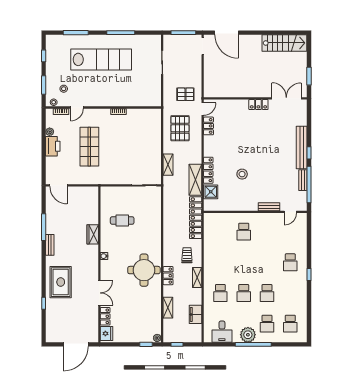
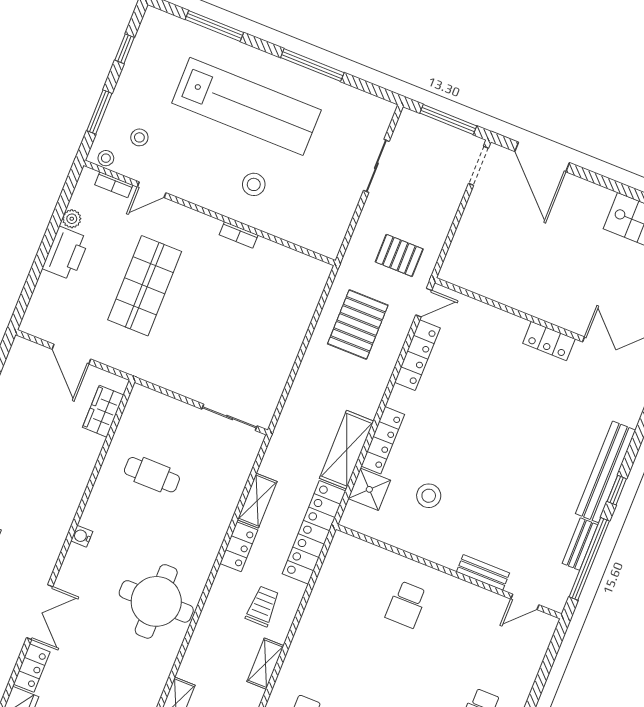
stool: (116, 89) -> (254, 184), added
locker: (208, 126) -> (417, 355), width x1.53
shelving: (168, 165) -> (257, 501), moved
stool: (242, 174) -> (429, 496), moved
door: (58, 185) -> (71, 354), moved
wardrobe: (93, 234) -> (103, 411), moved
locker: (168, 276) -> (239, 547), moved

